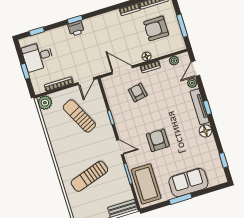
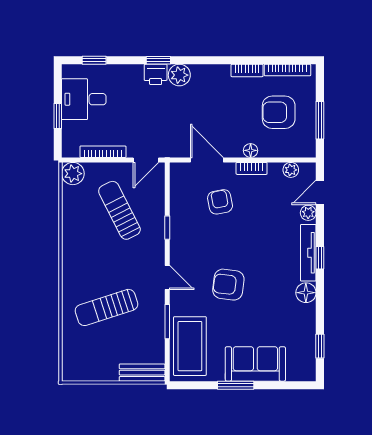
plant: (90, 25) -> (179, 75), added
armchair: (158, 140) -> (228, 285), turned -83

